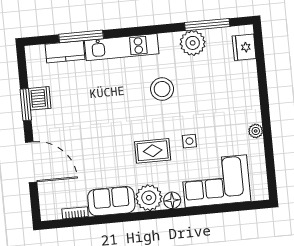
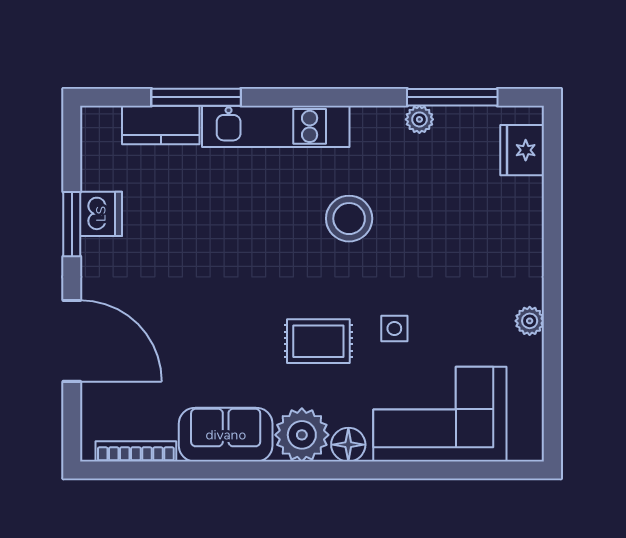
plant: (193, 43) -> (419, 119), width x0.53, depth x0.53
bookcase: (75, 213) -> (136, 451), width x1.56

